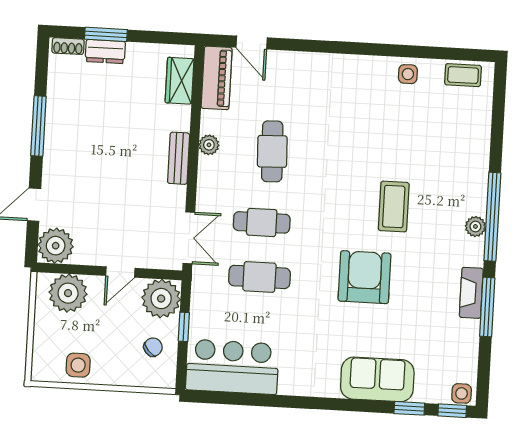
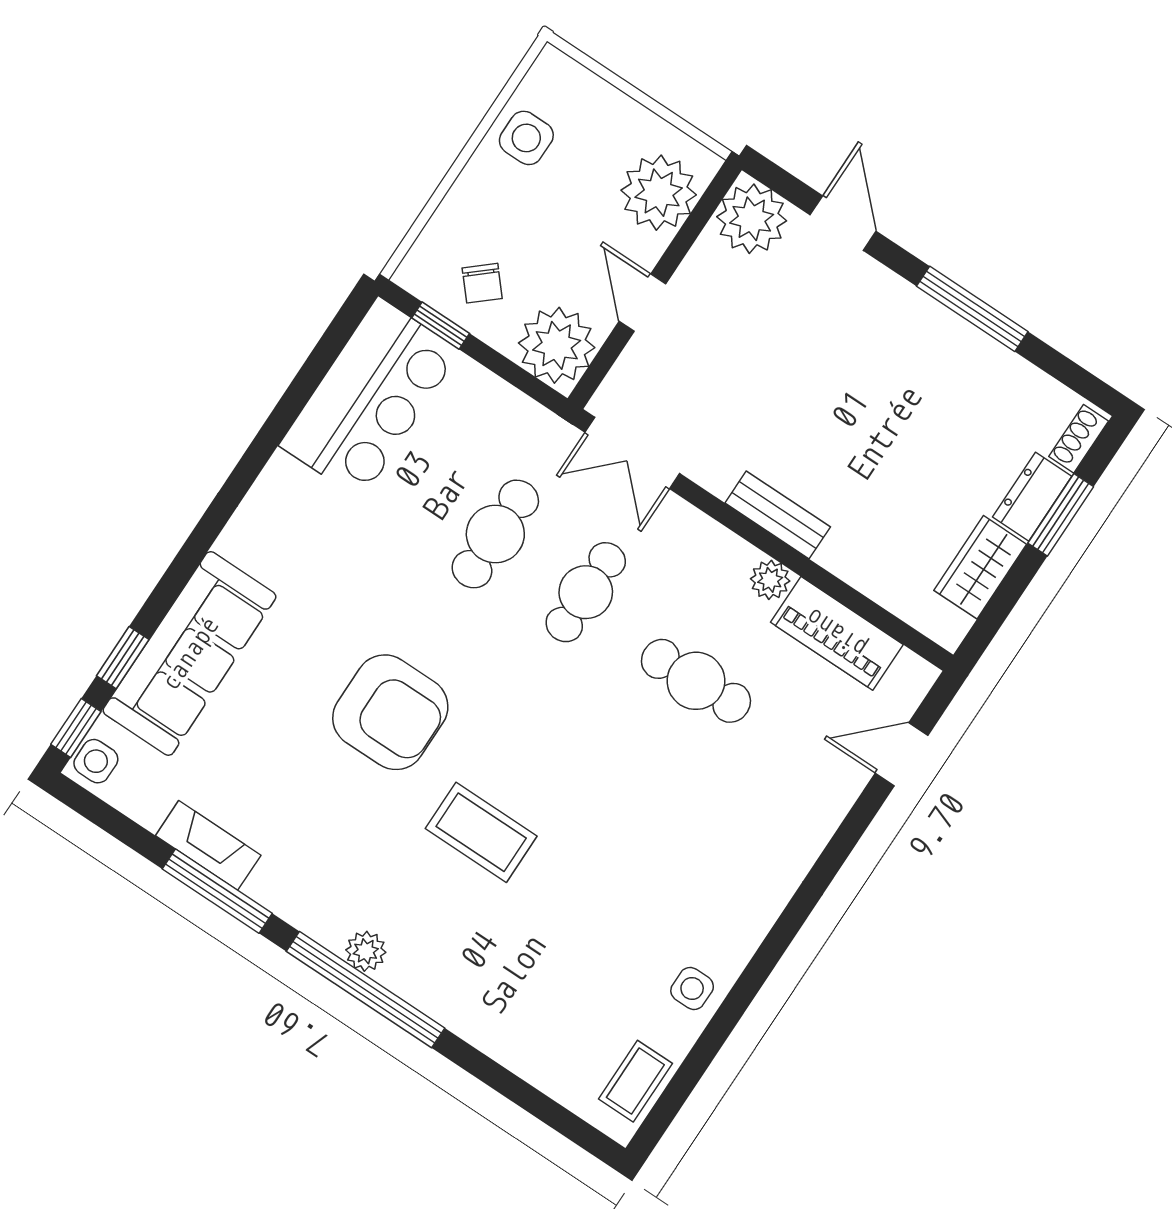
piano: (217, 78) -> (837, 633), moved
wardrobe: (180, 81) -> (980, 567), moved, turned -90
fireplace: (471, 293) -> (208, 845), moved
window: (184, 327) -> (441, 326), moved
sofa: (377, 379) -> (190, 654), width x1.36

